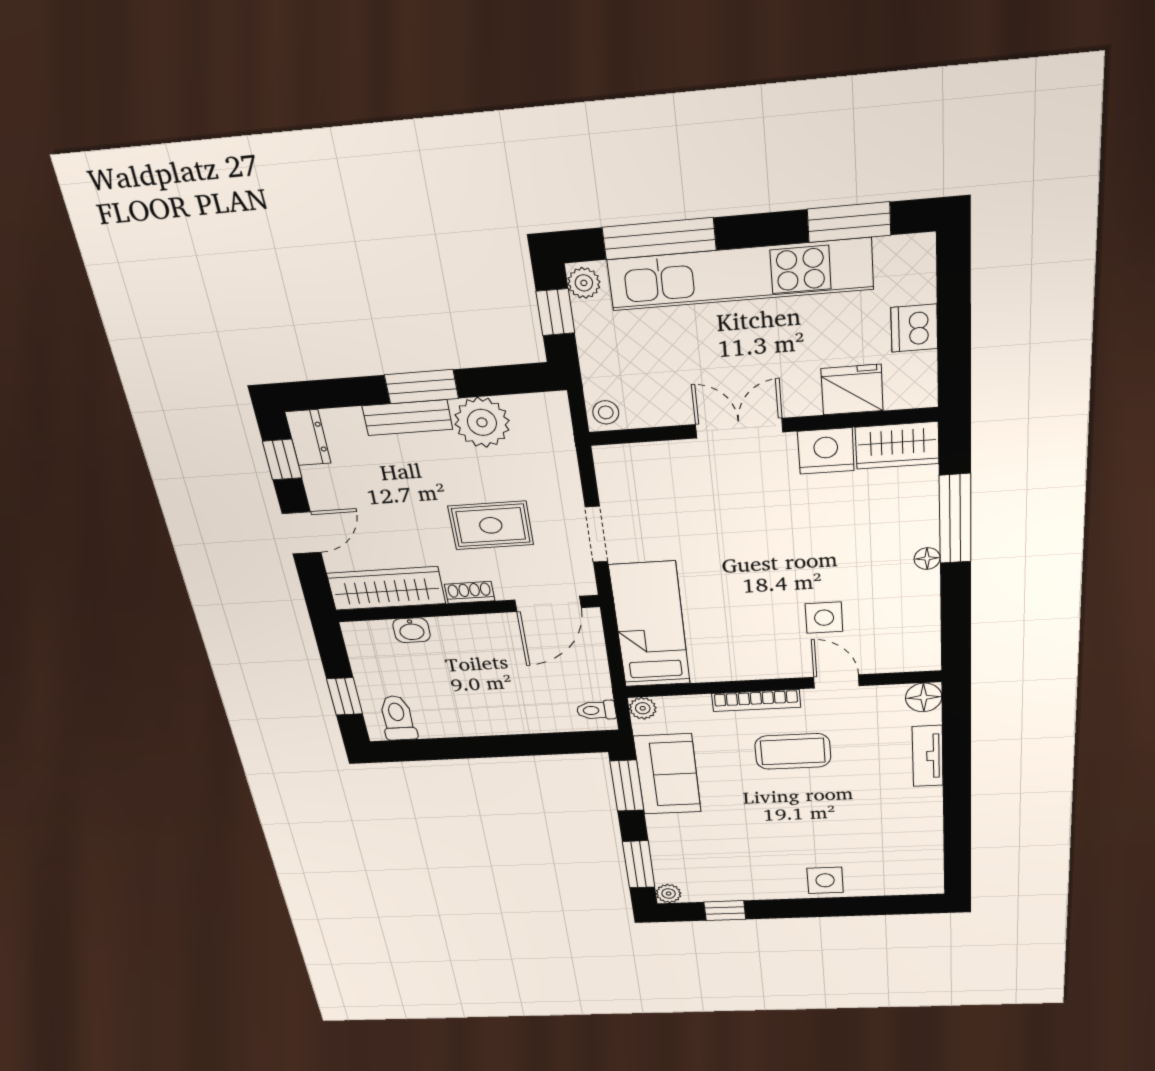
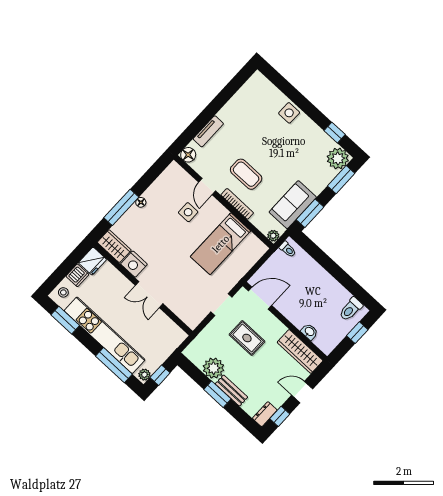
fridge: (852, 390) -> (92, 261), moved, turned -90
stool: (606, 412) -> (63, 292), moved
shoe rack: (470, 592) -> (278, 325), removed
bed: (650, 625) -> (221, 244), moved
plant: (669, 894) -> (338, 158), width x1.87, depth x1.87

